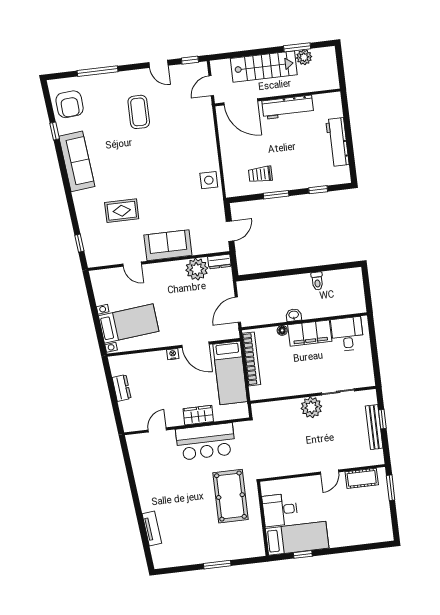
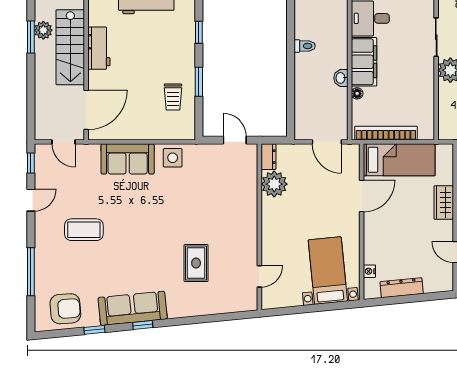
stairs: (264, 67) -> (70, 47), moved, turned 180
workbench: (288, 107) -> (99, 48), width x0.73
window: (79, 243) -> (143, 325), moved
sofa: (168, 245) -> (128, 159), moved, turned -90
door: (132, 264) -> (259, 276), moved
nightstand: (173, 354) -> (369, 271), moved
dresser: (122, 388) -> (402, 288), width x1.44

